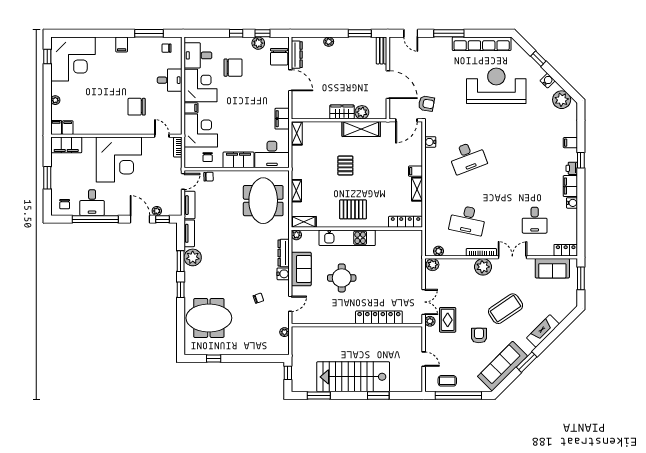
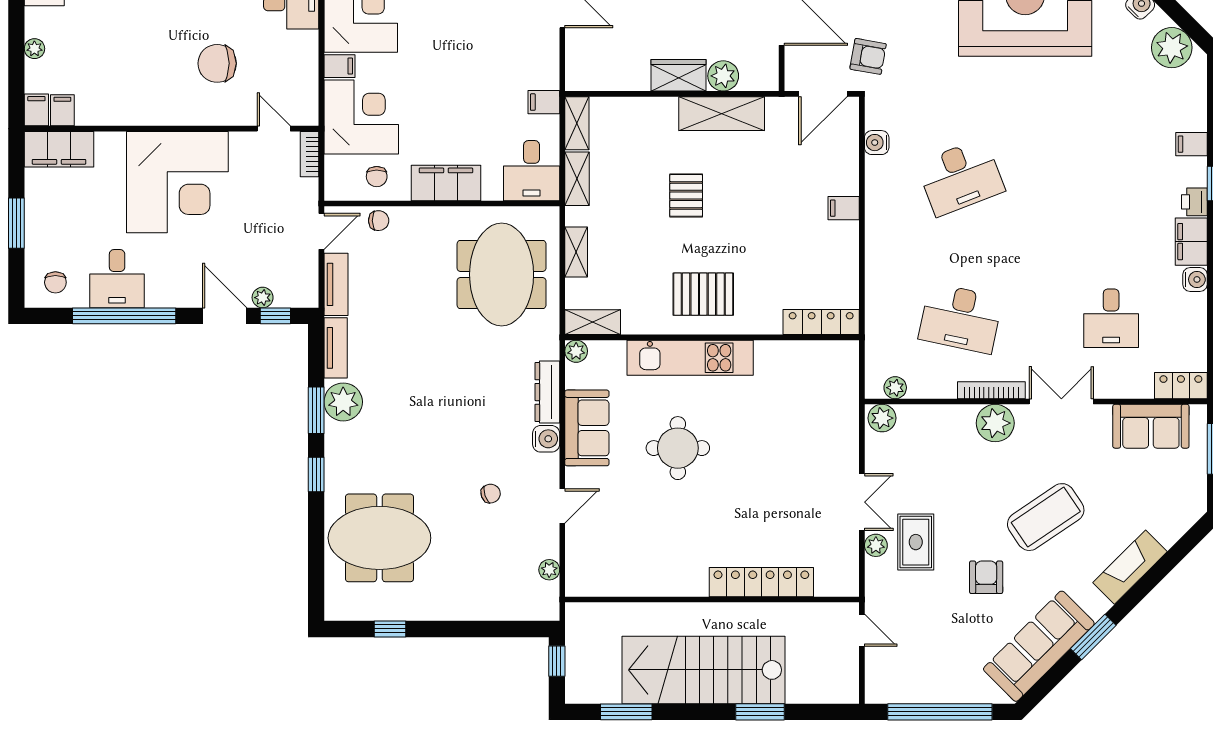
filing cabinet: (282, 119) -> (544, 102), width x0.50
desk: (272, 154) -> (532, 171), width x0.73
shelving: (417, 189) -> (577, 179), moved
locker: (379, 317) -> (761, 582), moved
wall: (357, 325) -> (712, 600), moved
coffee table: (447, 381) -> (915, 679), removed

